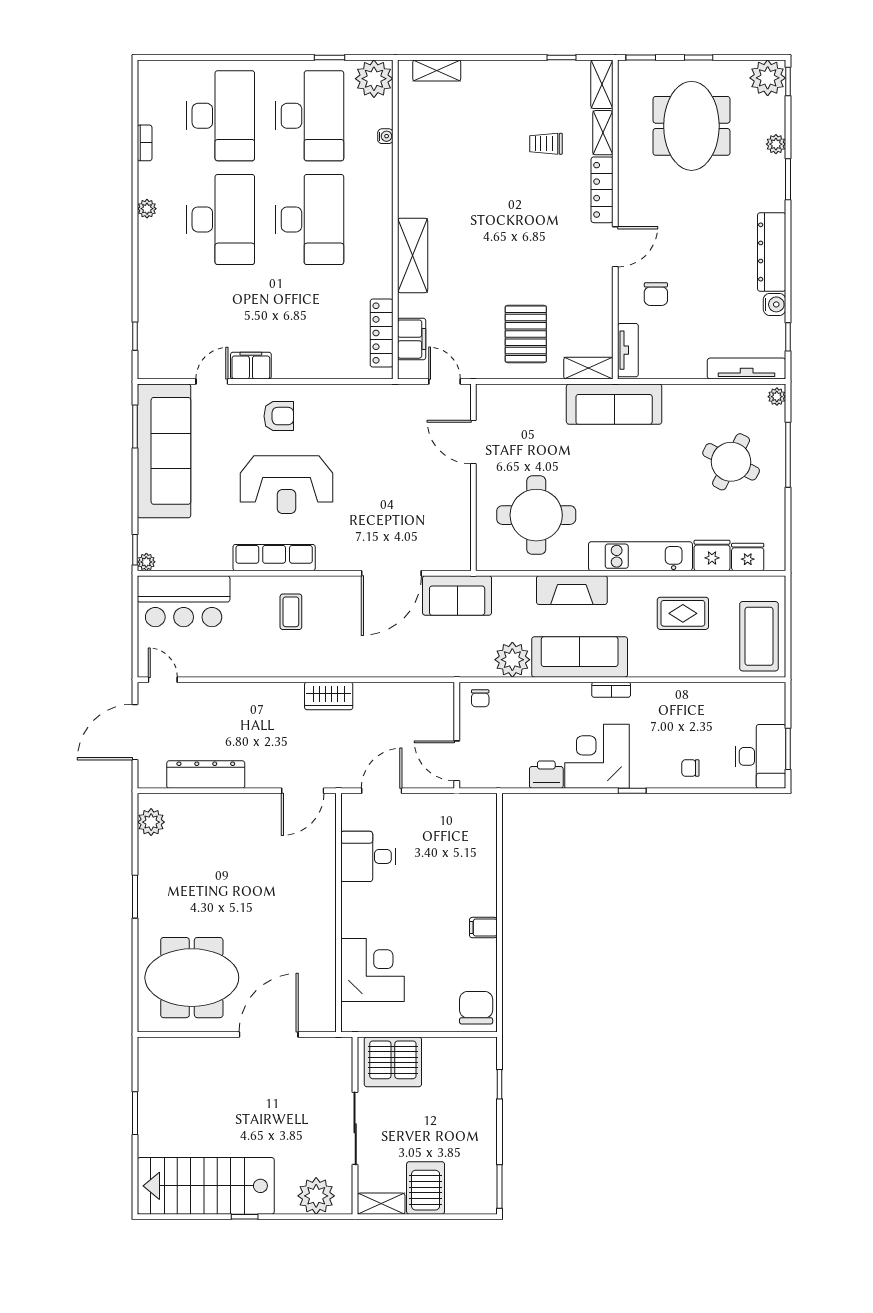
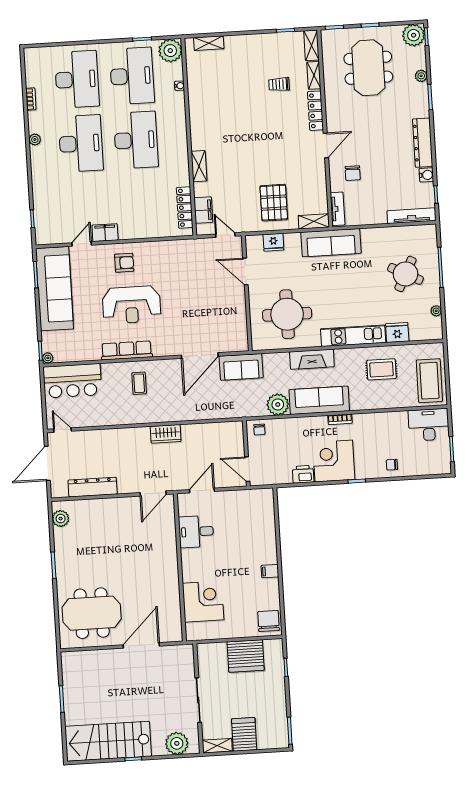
shelving: (413, 255) -> (199, 166), width x0.67, depth x0.75
plant: (777, 397) -> (436, 311), moved
fridge: (748, 557) -> (273, 242), moved, turned 180
desk: (760, 756) -> (429, 425), moved, turned -90
server rack: (393, 1062) -> (246, 656), moved

